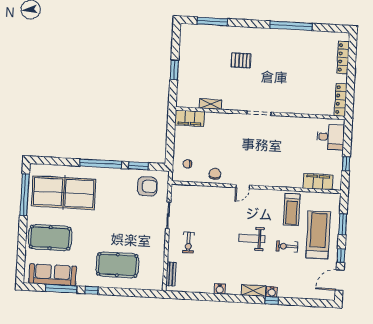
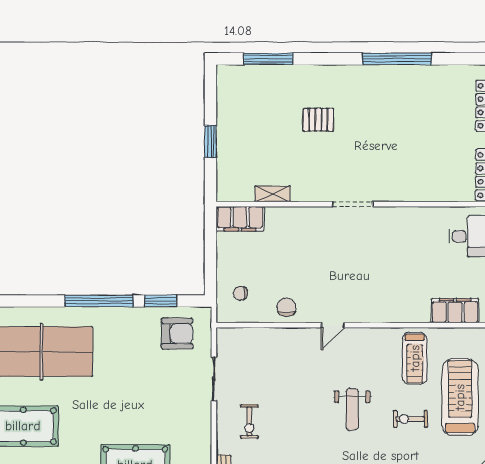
weight bench: (252, 239) -> (352, 409), turned -90

